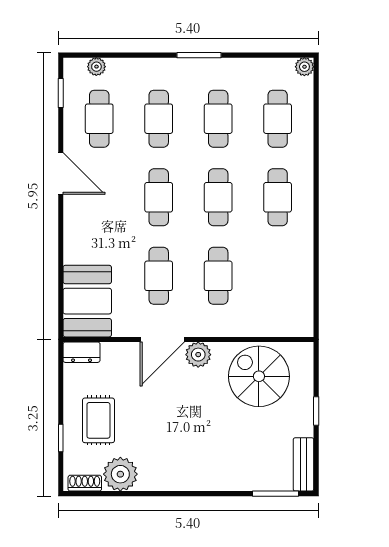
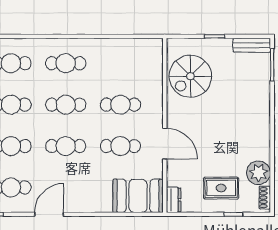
plant: (198, 355) -> (175, 119), removed

